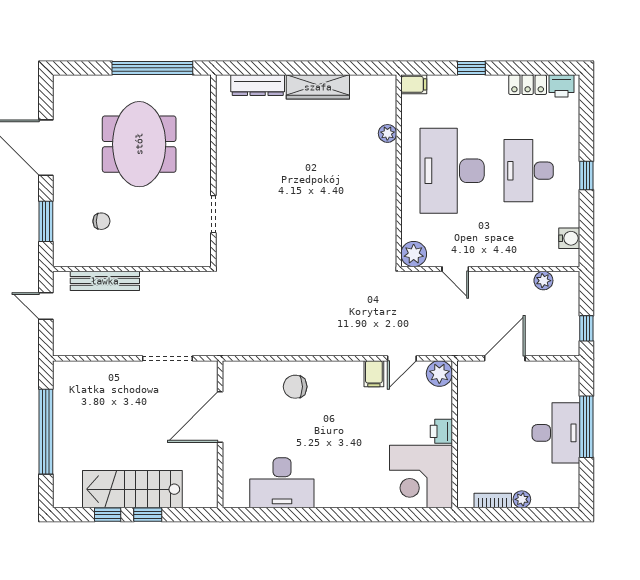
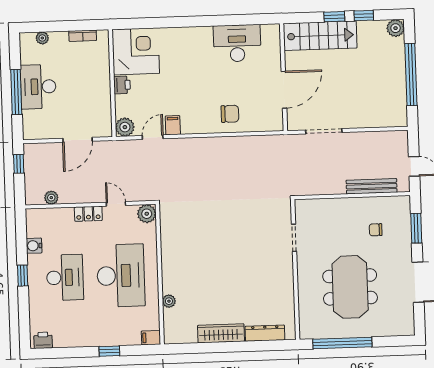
locker: (528, 85) -> (88, 214), moved, turned 180
water cooler: (569, 238) -> (34, 246), moved
stairs: (132, 489) -> (320, 36), moved
plant: (65, 496) -> (396, 28), added
plant: (522, 499) -> (42, 38), moved

